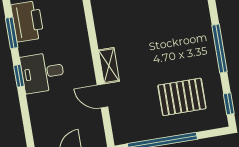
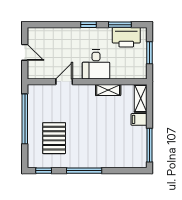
shelving: (109, 66) -> (108, 90), moved
desk: (43, 73) -> (96, 64), moved, turned 180

